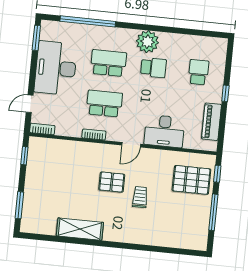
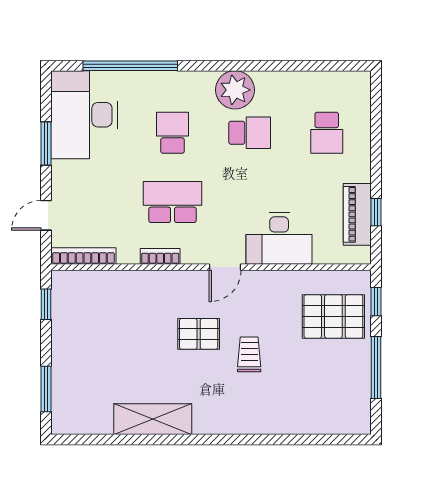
window: (36, 38) -> (46, 143), moved
school desk: (108, 63) -> (173, 133), width x0.54
desk: (56, 68) -> (84, 115), moved
school desk: (198, 72) -> (327, 133), turned 180
window: (225, 93) -> (376, 212), moved
bookcase: (42, 129) -> (83, 256), width x1.56

